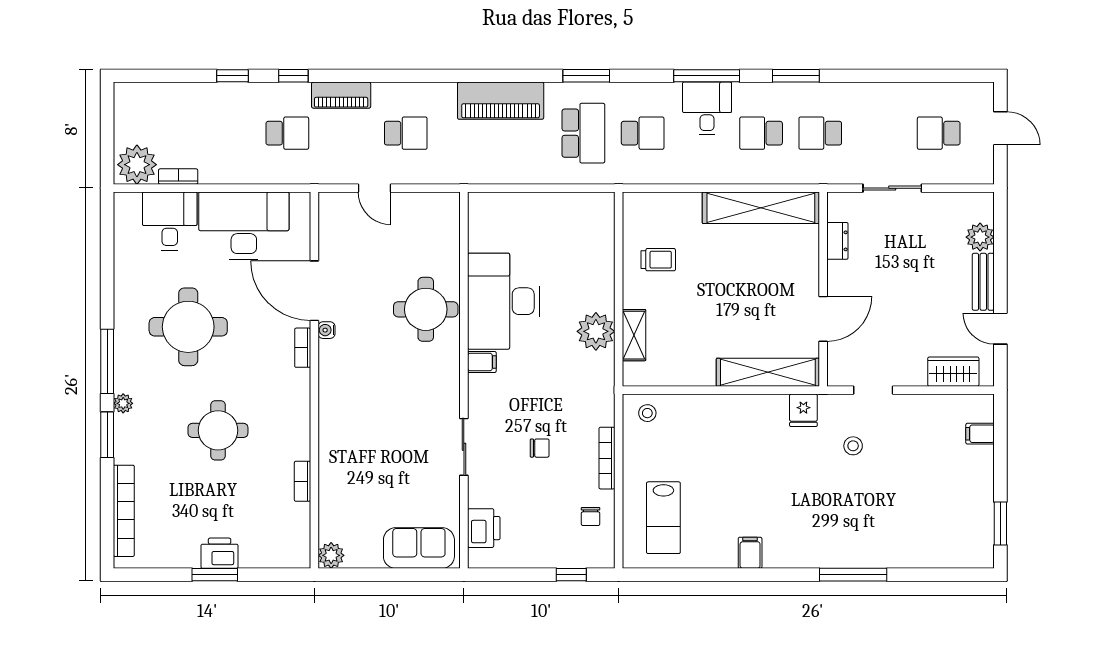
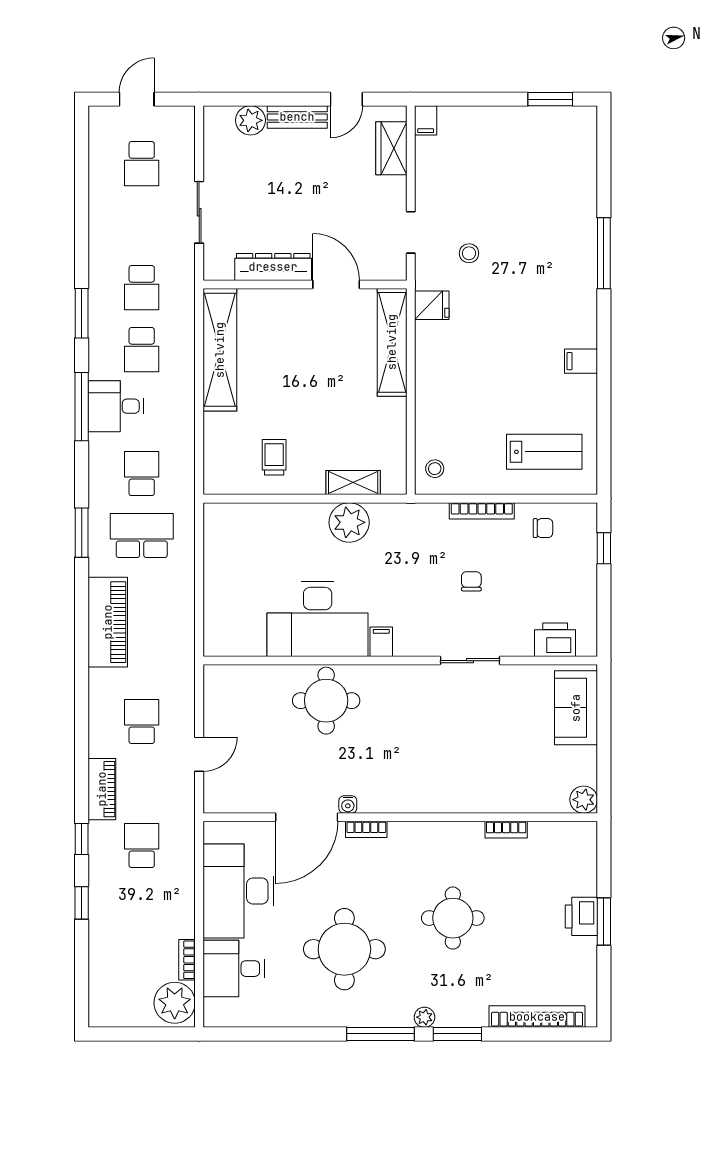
dresser: (837, 241) -> (273, 267), width x1.96, depth x1.24
filing cabinet: (980, 434) -> (426, 120), moved

